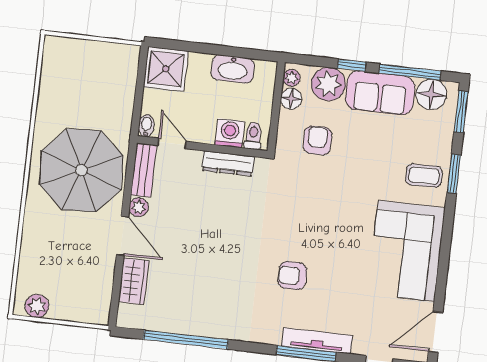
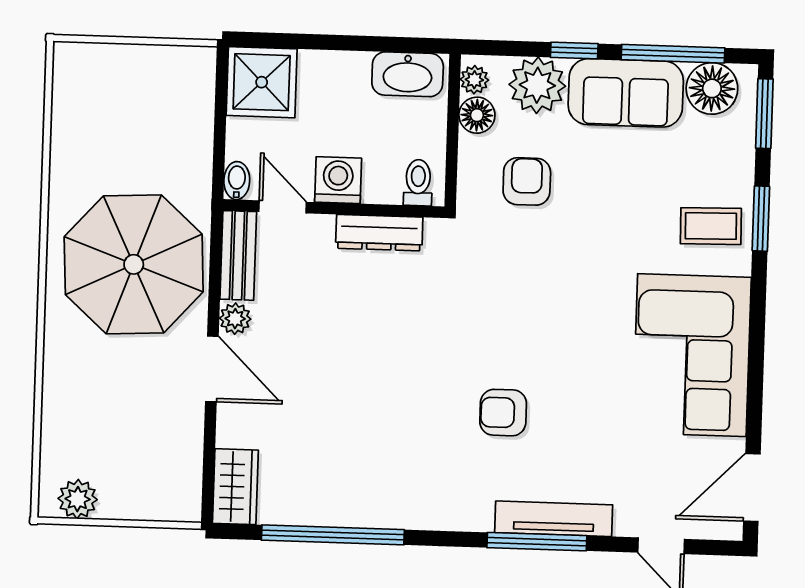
washbasin: (233, 69) -> (408, 74), moved
washing machine: (230, 133) -> (338, 180), moved
wardrobe: (134, 281) -> (235, 487), moved

